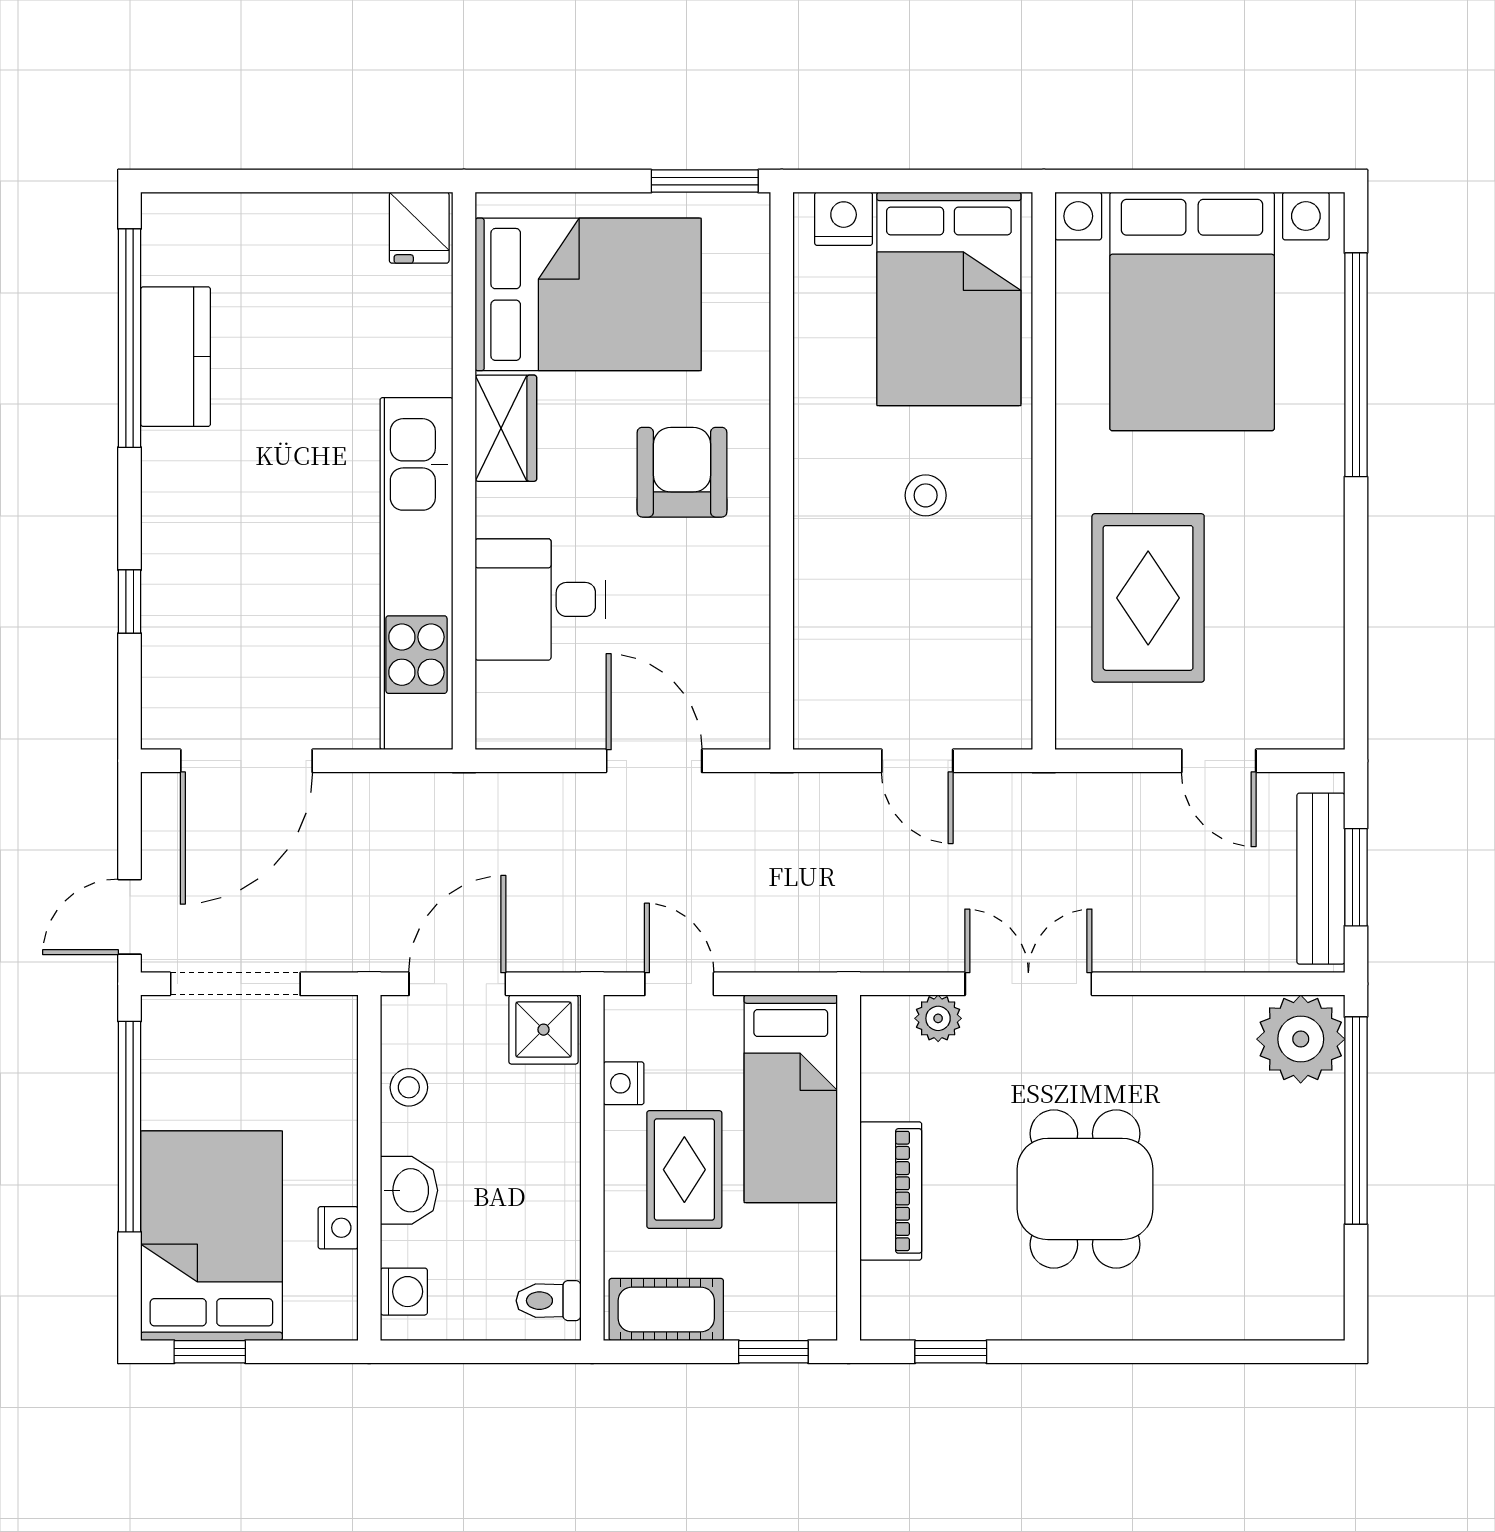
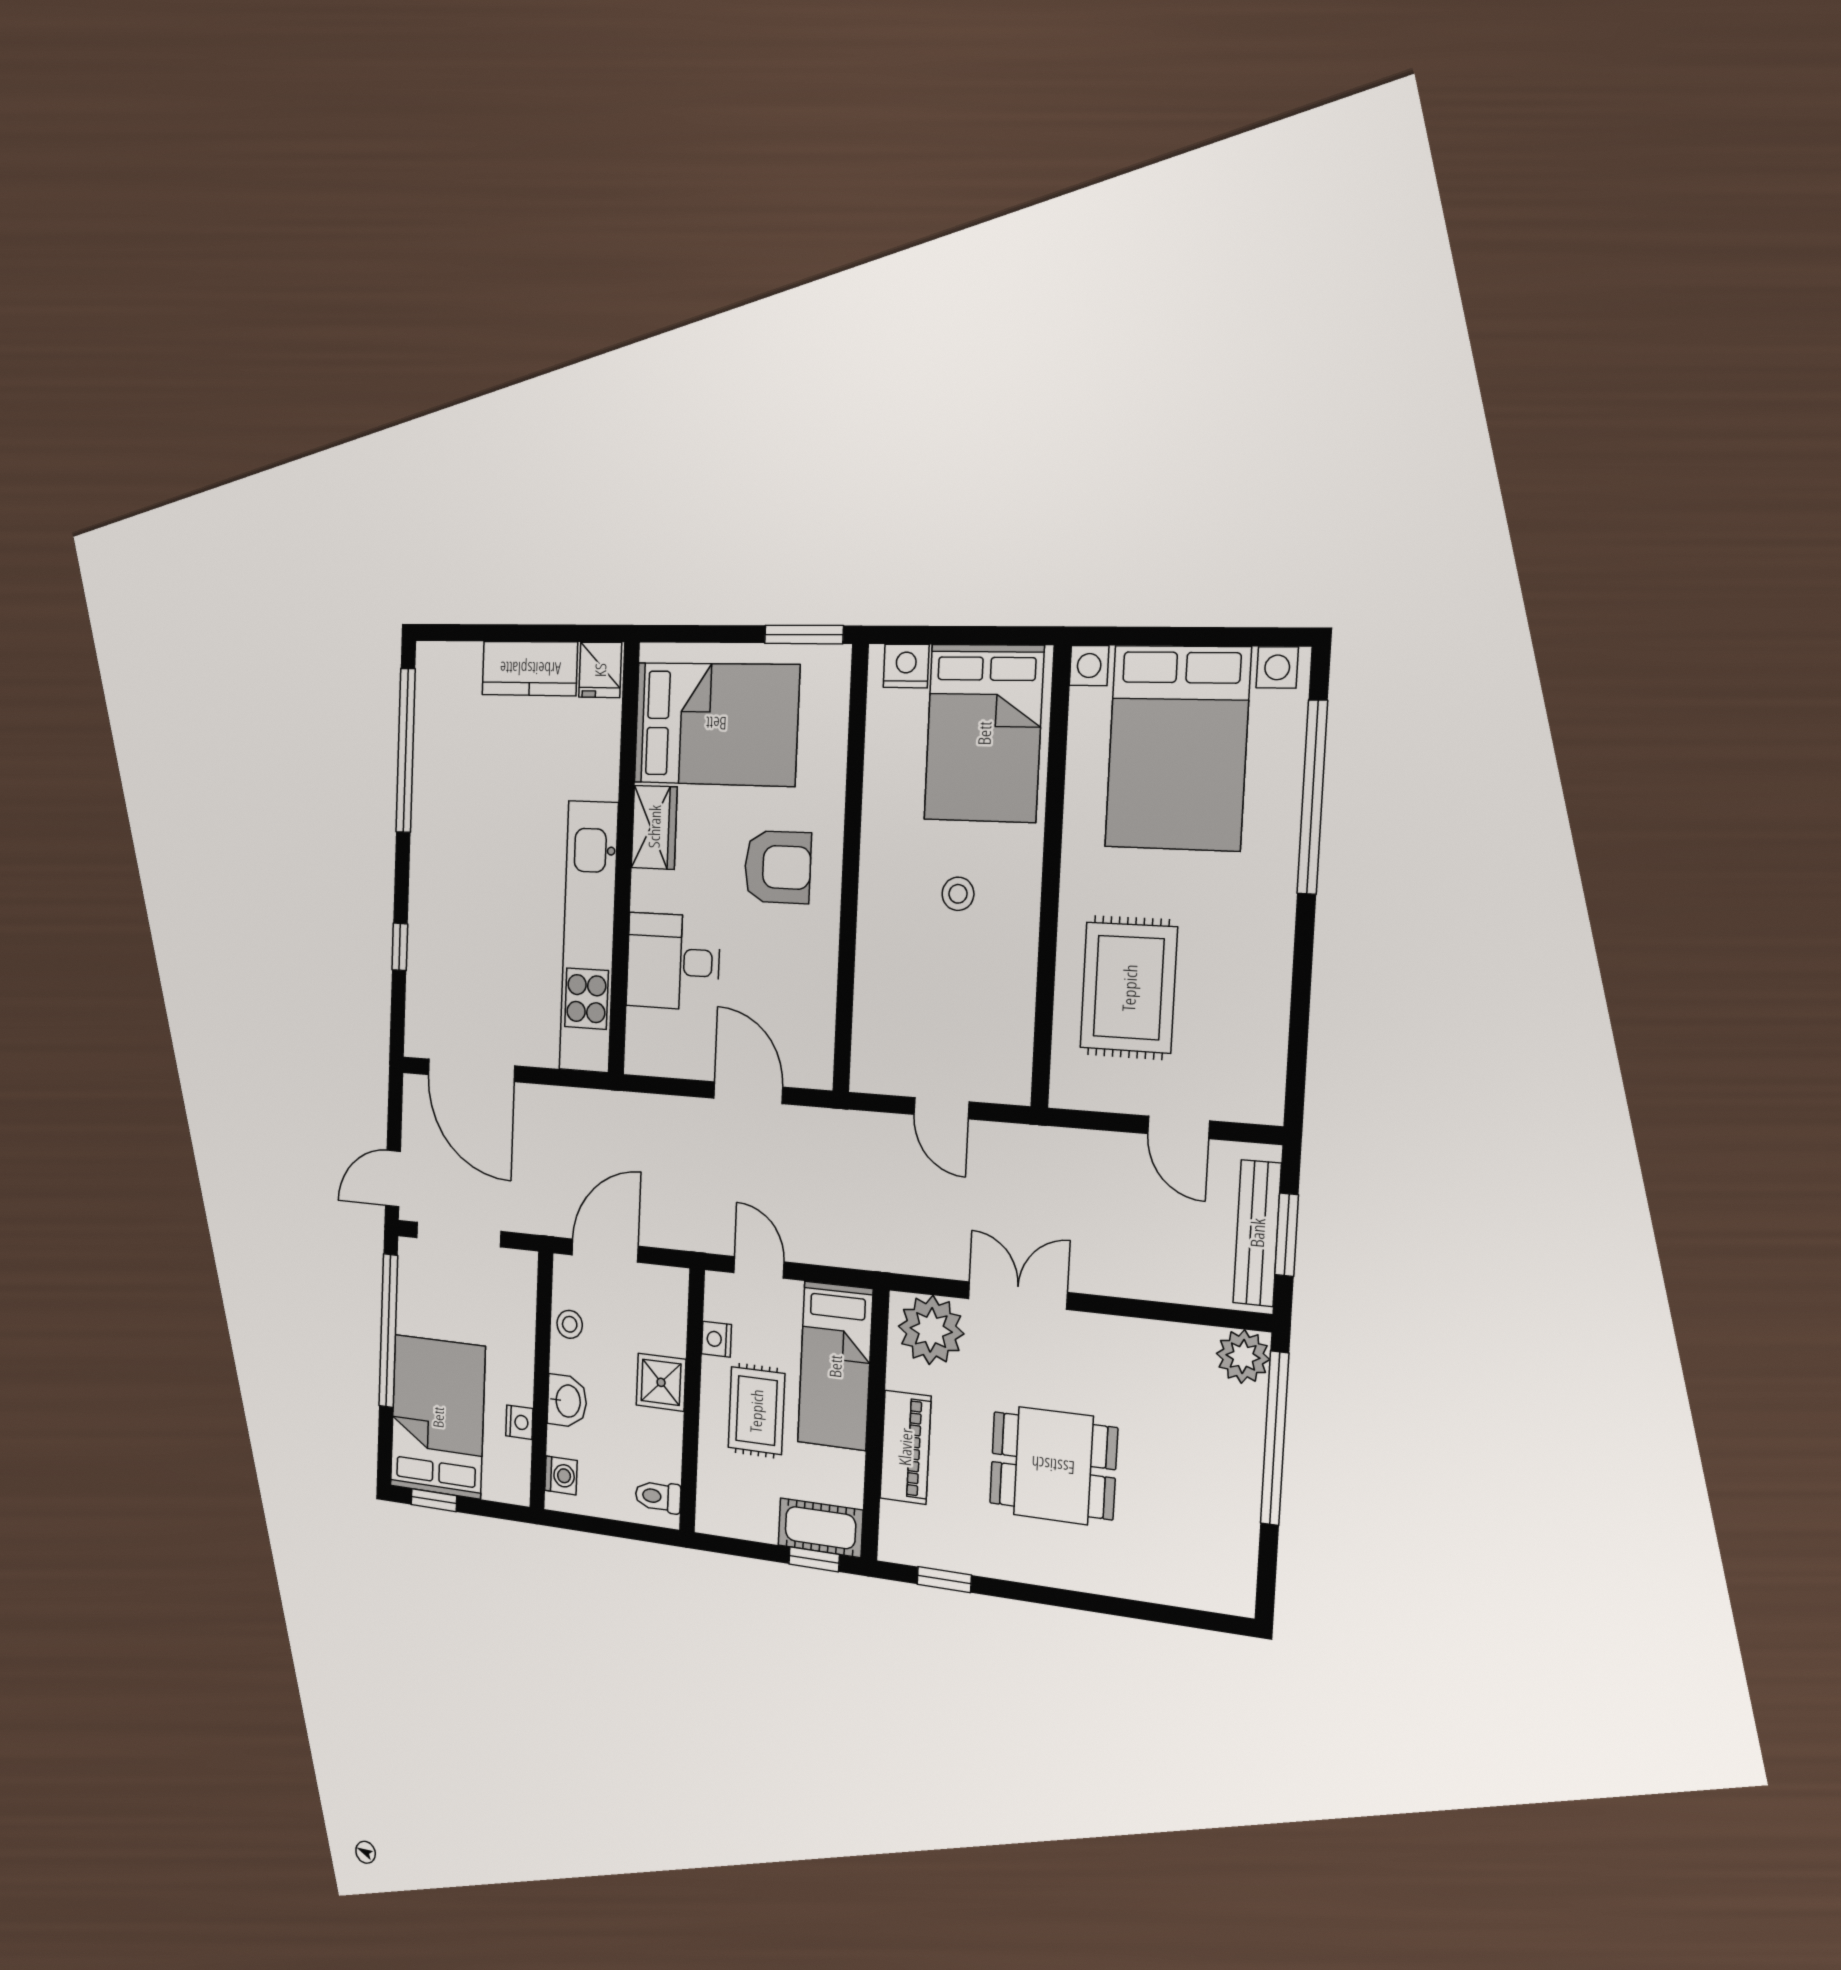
kitchen counter: (176, 357) -> (530, 669), moved, turned 90
armchair: (682, 472) -> (778, 867), turned 90
door: (246, 761) -> (471, 1070), hinge flipped
plant: (938, 1018) -> (931, 1330), width x1.88, depth x1.88
shower: (544, 1030) -> (661, 1382), moved
plant: (1301, 1039) -> (1243, 1356), width x0.73, depth x0.73
dining table: (1085, 1189) -> (1053, 1466), turned 90
cot: (666, 1310) -> (820, 1528), moved

